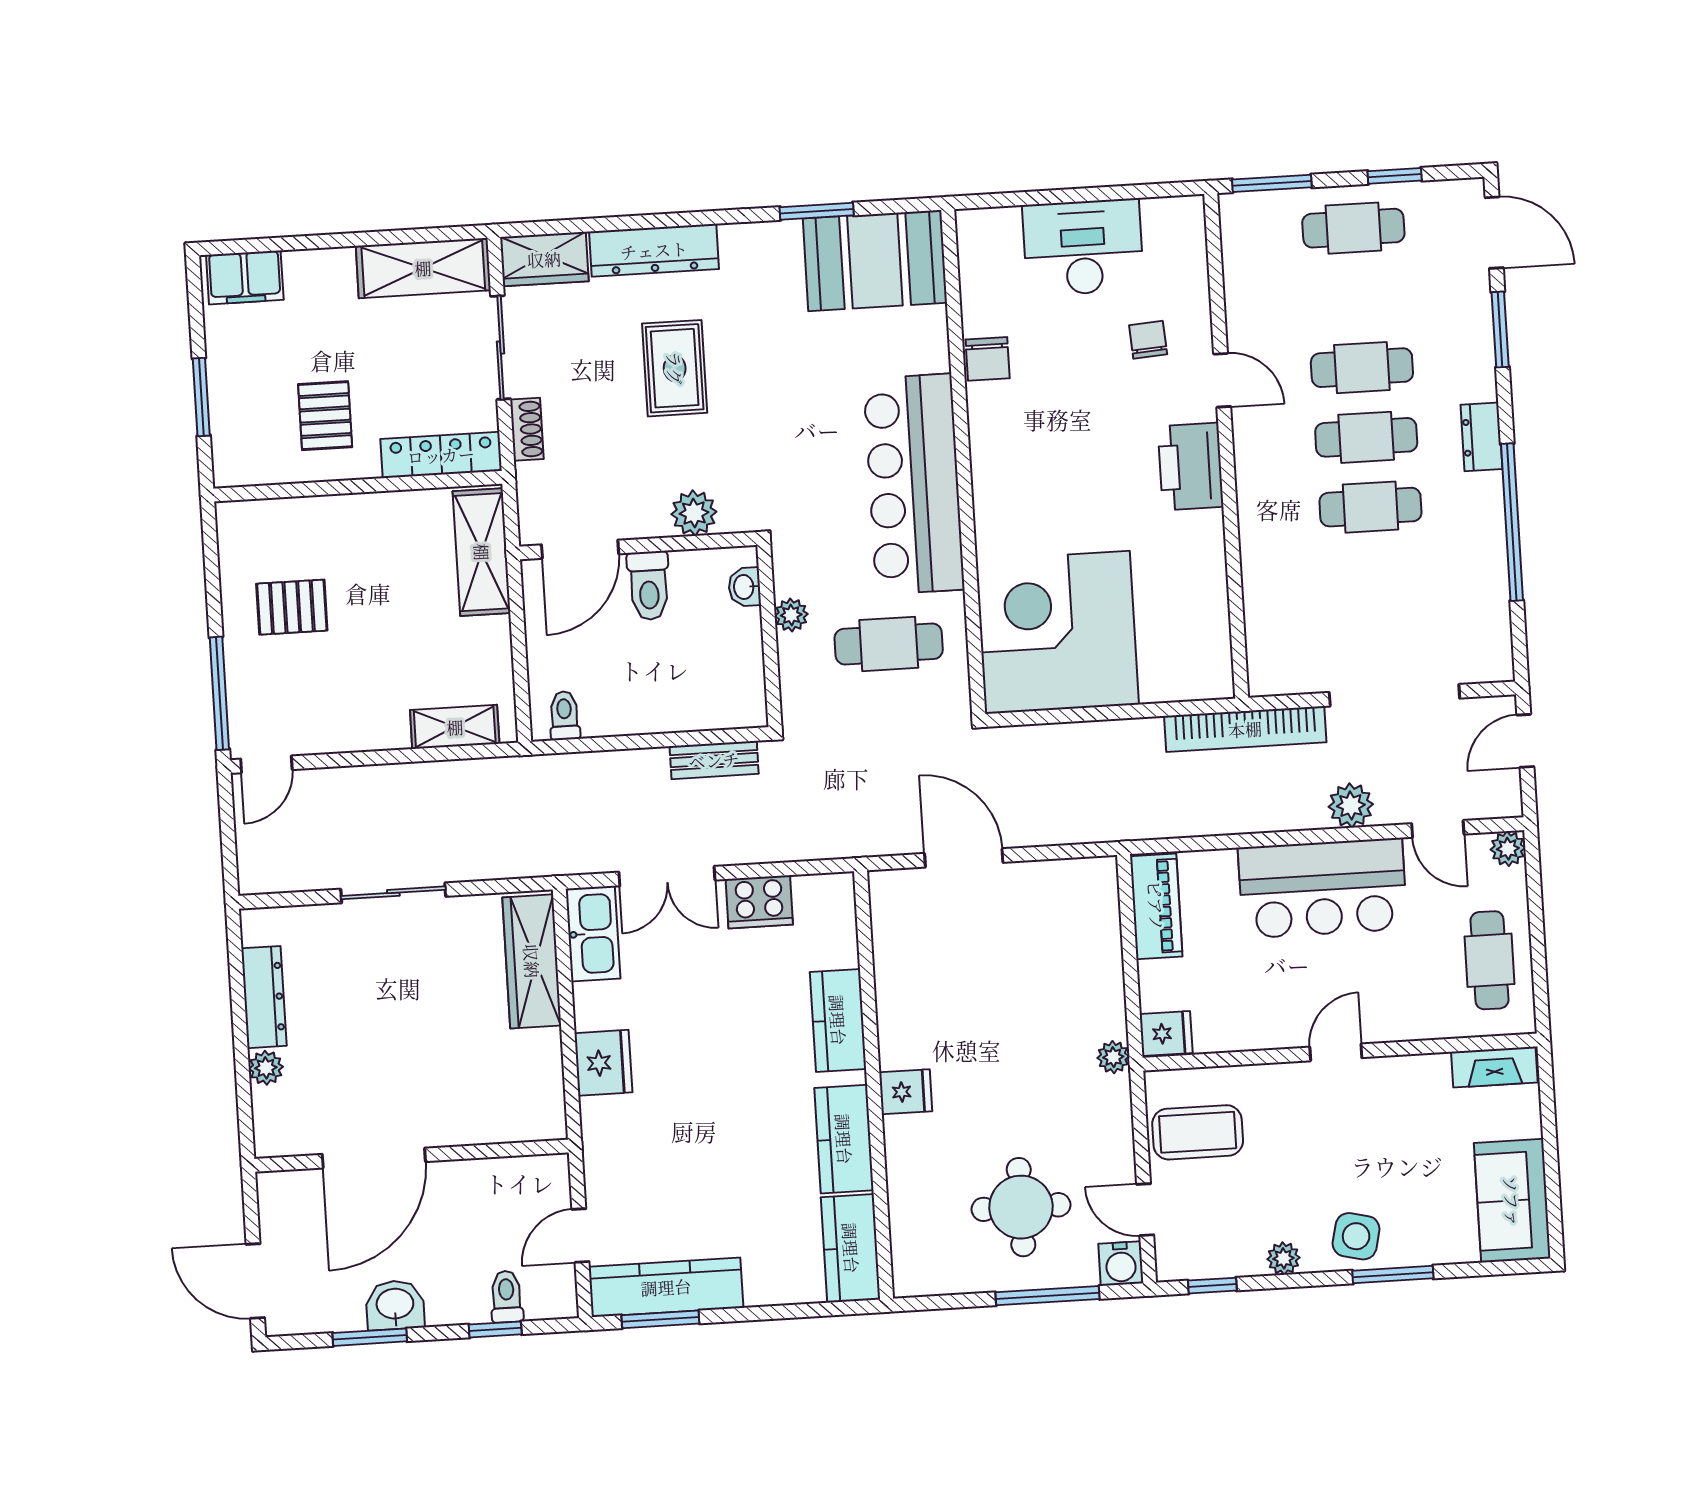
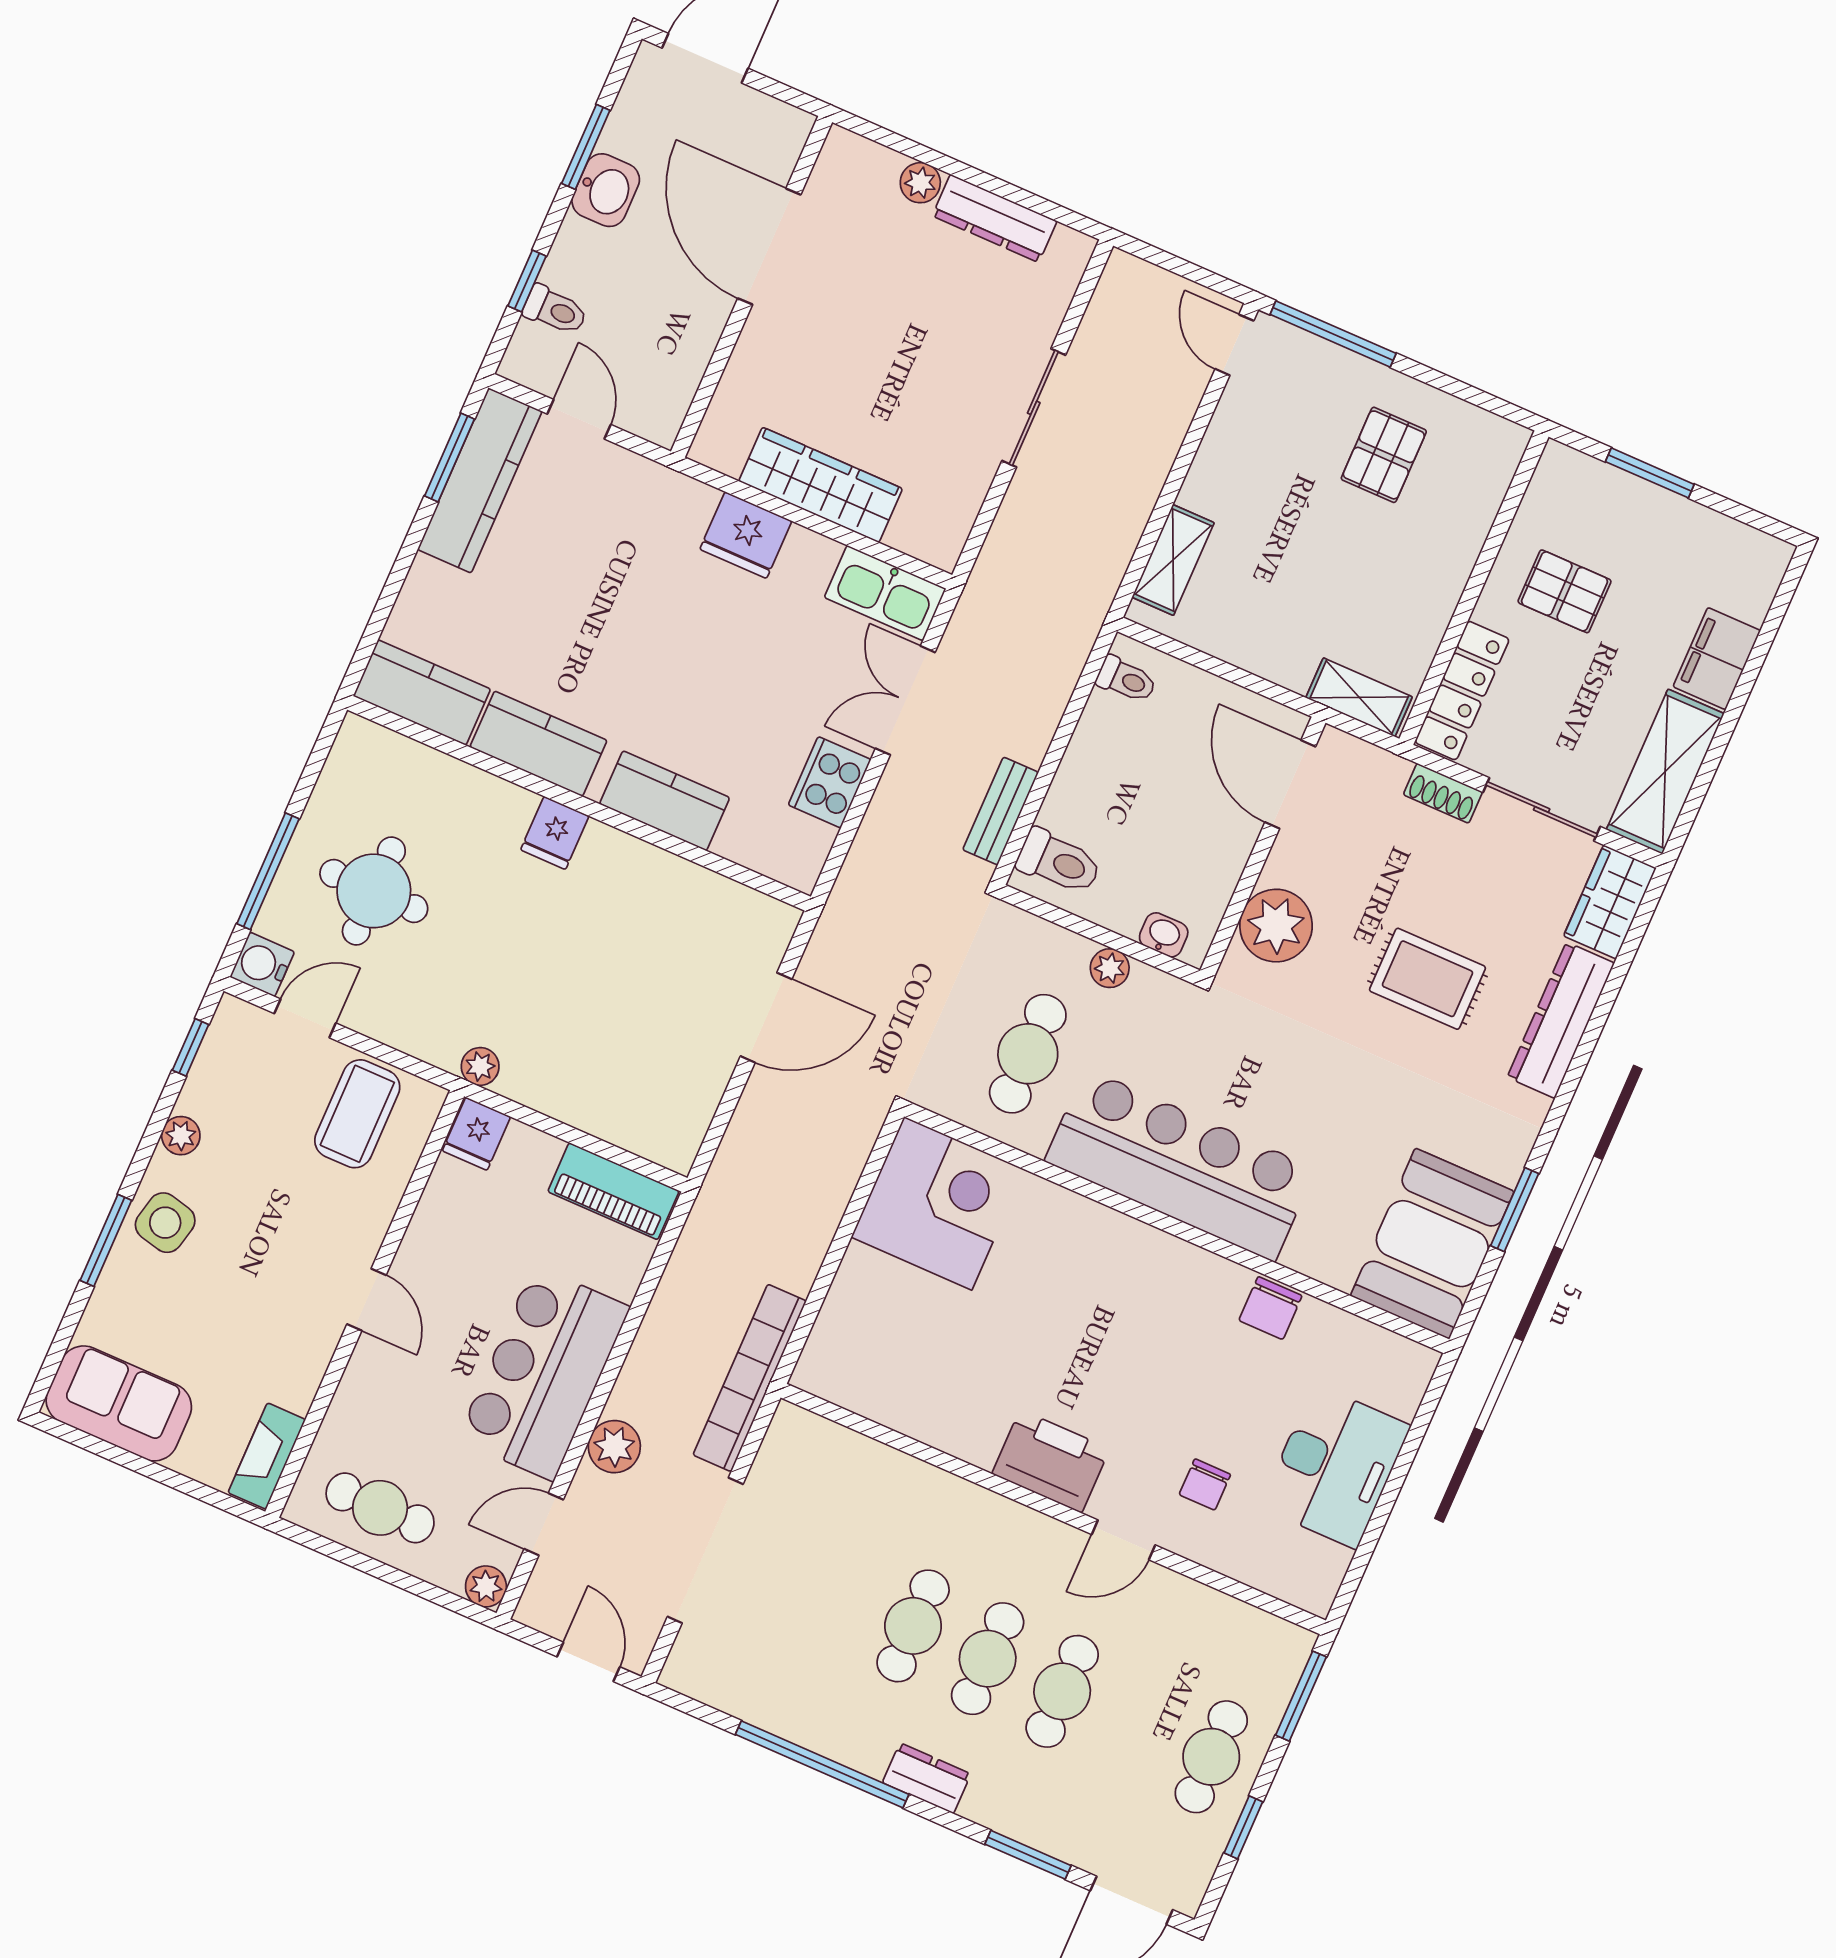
filing cabinet: (245, 277) -> (1717, 659), moved
chair: (1148, 340) -> (1205, 1485), turned 94
chair: (988, 359) -> (1270, 1308), turned -90
plant: (694, 513) -> (1276, 926), width x1.36, depth x1.36
shelving: (482, 552) -> (1359, 697), width x0.67, depth x0.75
toilet: (649, 586) -> (1059, 862), moved, turned 180
corner desk: (1057, 632) -> (938, 1203), width x0.74, depth x0.74
wardrobe: (532, 961) -> (821, 485), moved

